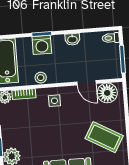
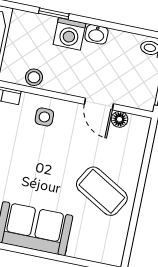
washing machine: (42, 45) -> (69, 34), moved
floor lamp: (107, 93) -> (119, 119), width x0.53, depth x0.53

